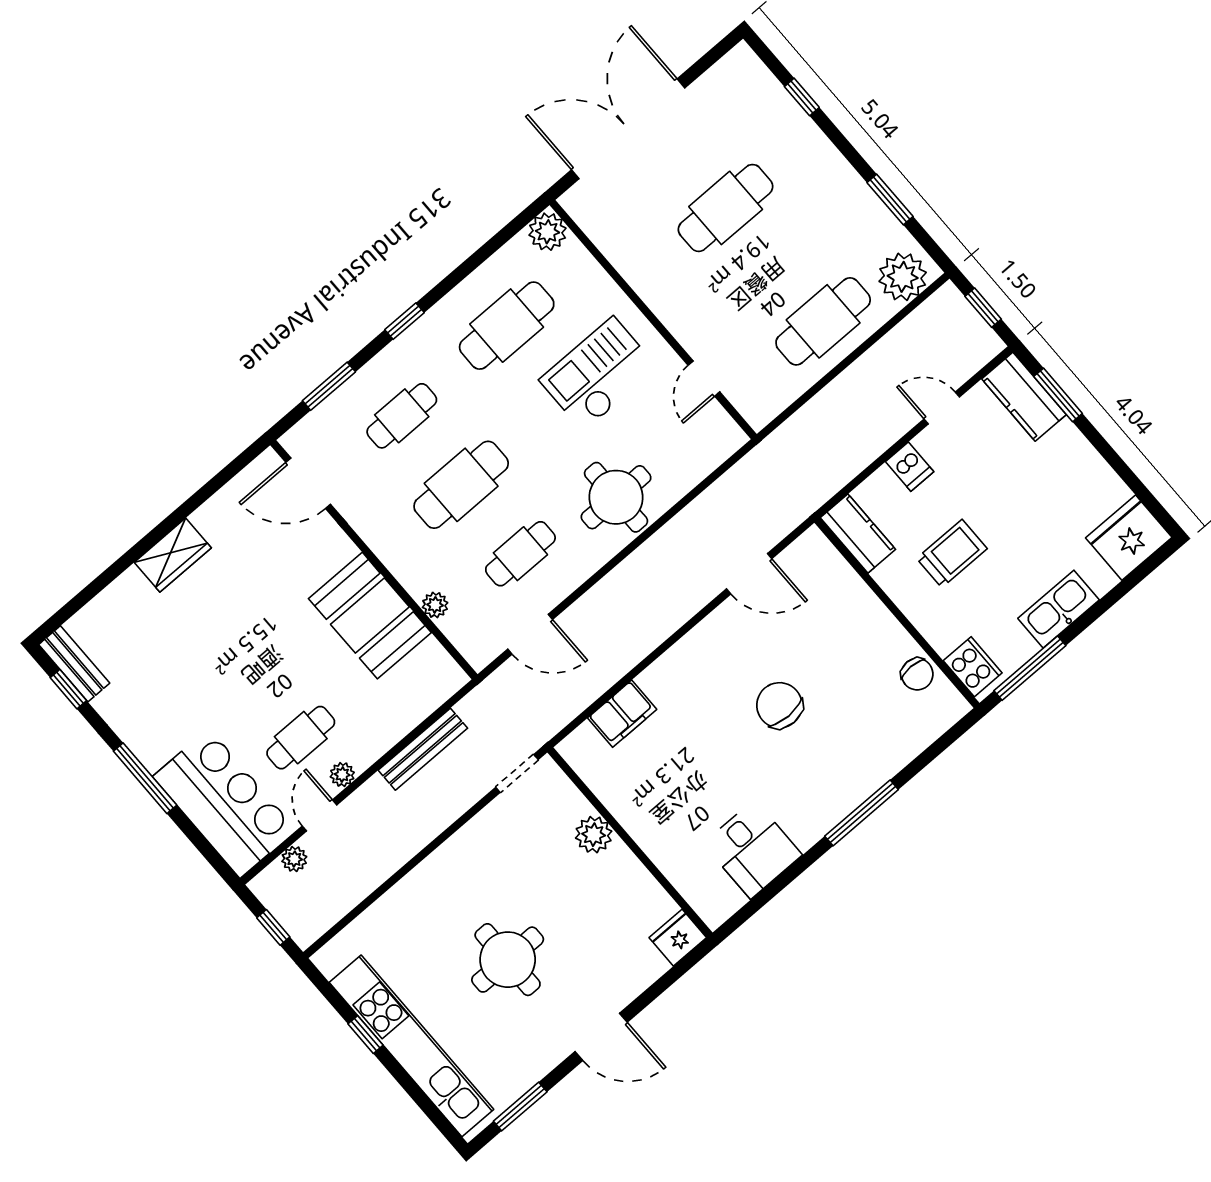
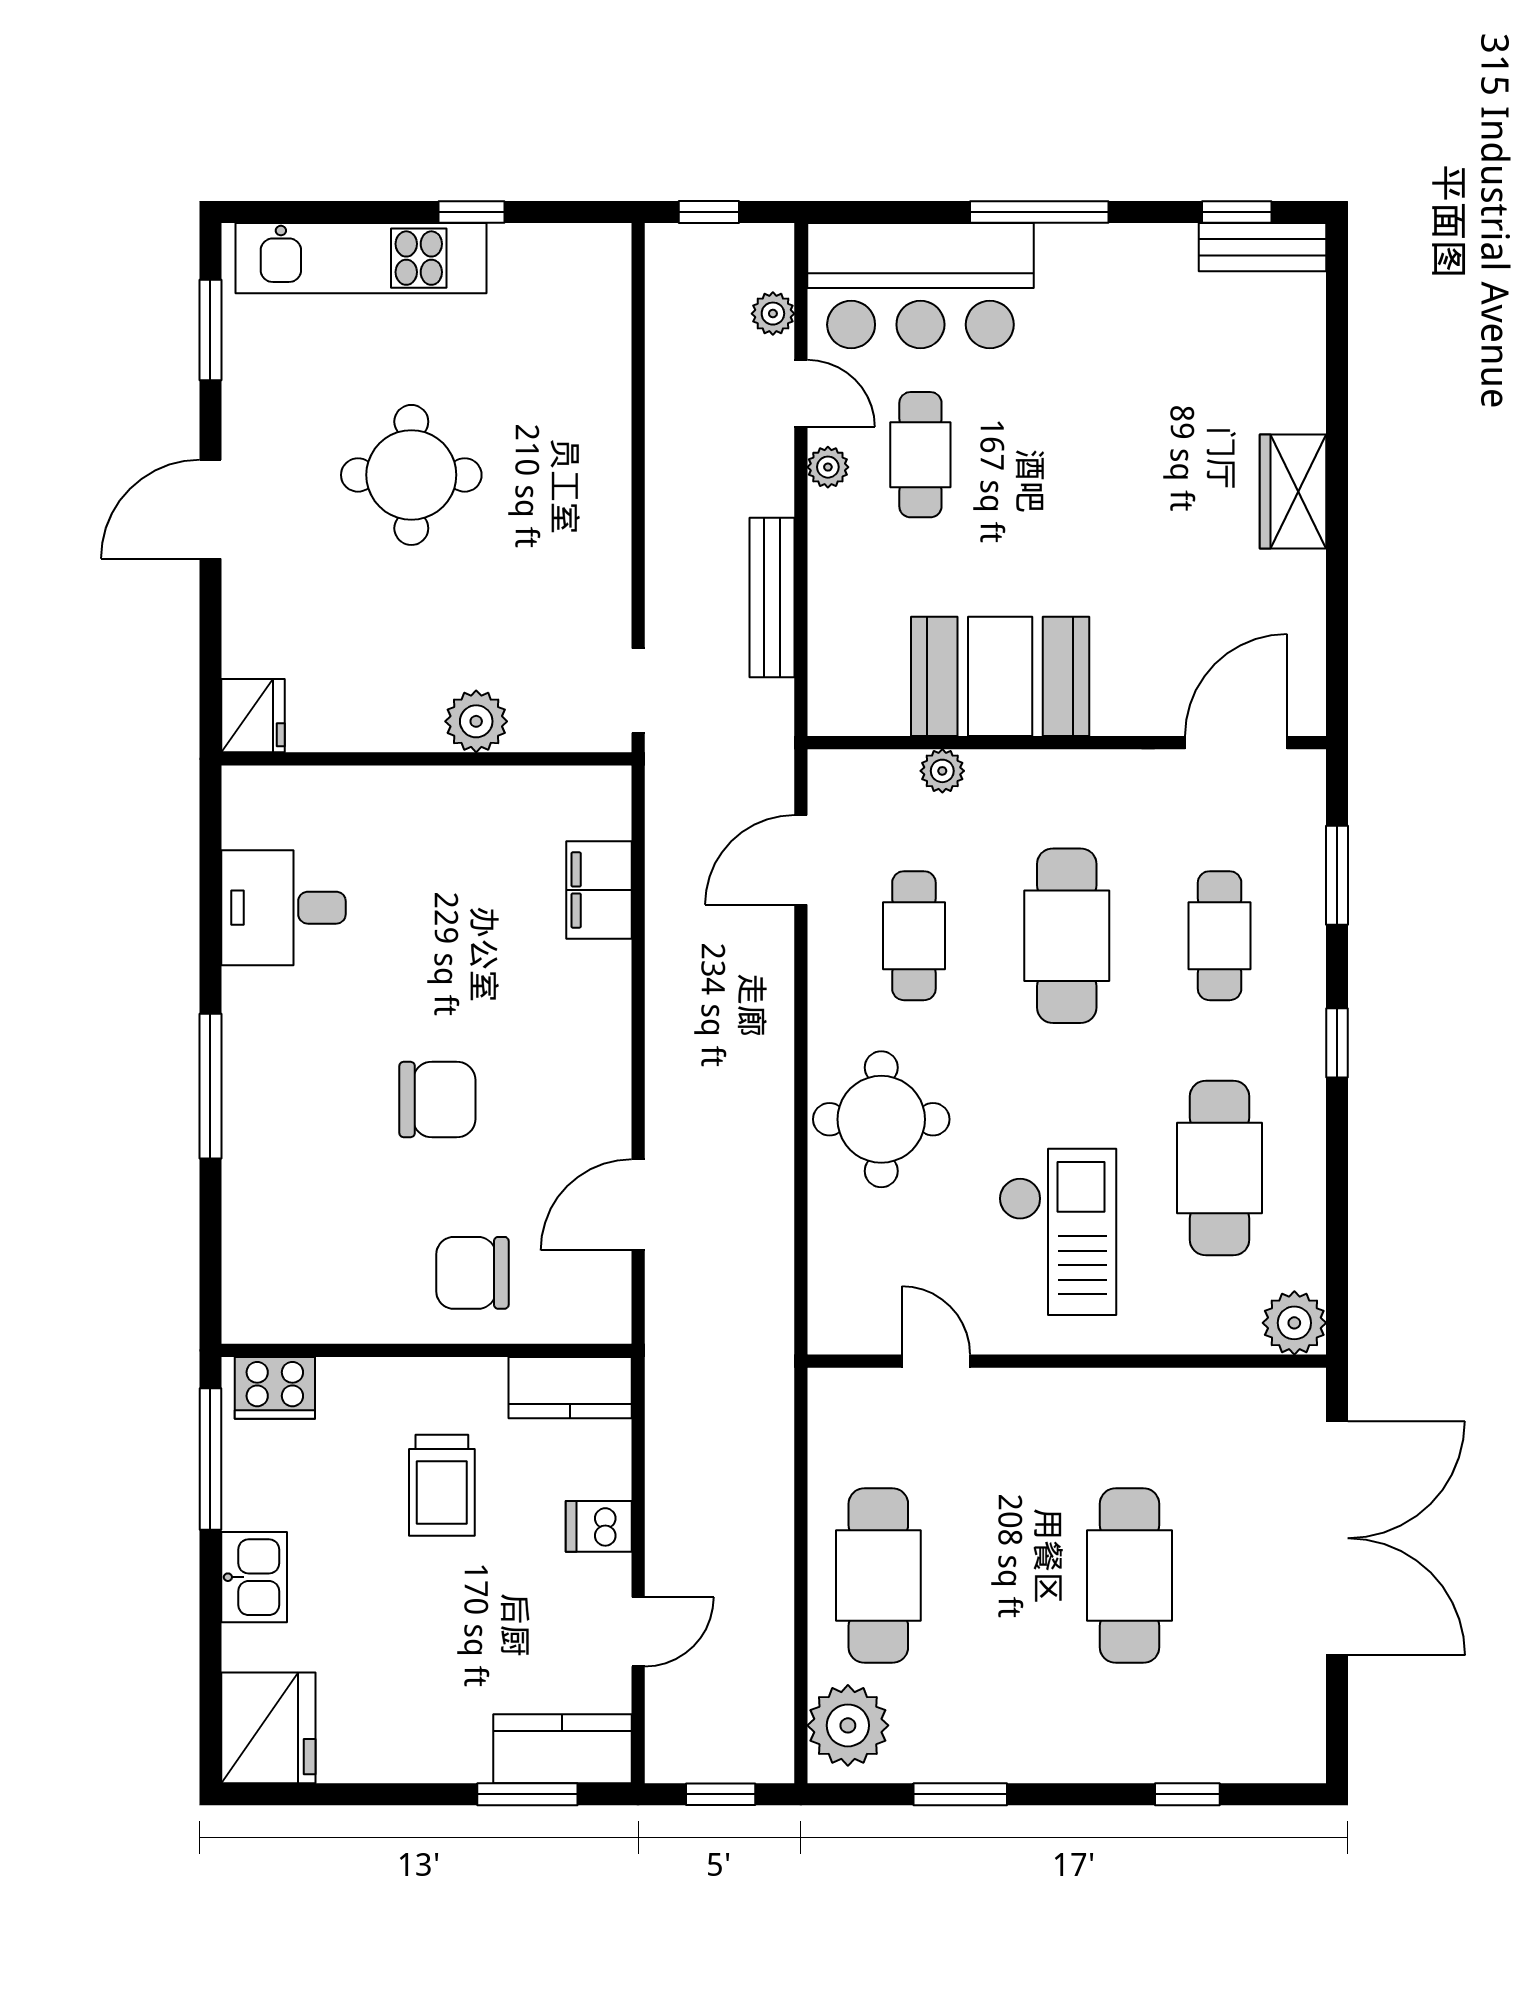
kitchen sink: (1059, 609) -> (254, 1577), width x0.73
chair: (917, 674) -> (472, 1273), moved, width x1.37, depth x1.37
kitchen unit: (411, 1046) -> (361, 258), width x0.73

